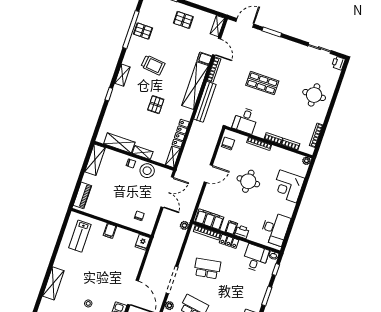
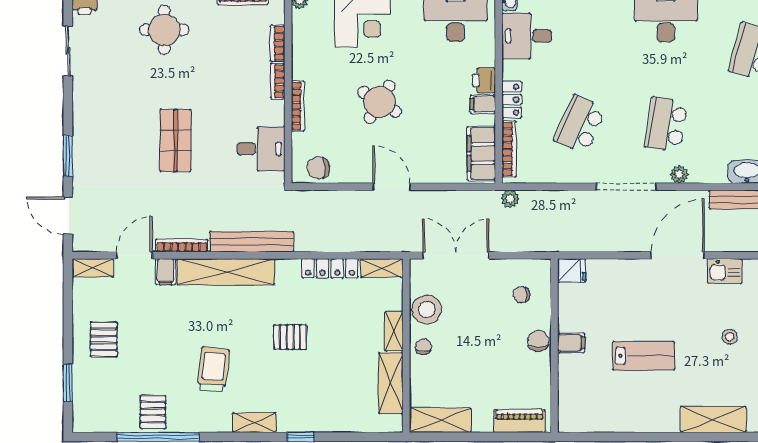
round table: (248, 181) -> (380, 102), turned 31
chair: (116, 216) -> (538, 341), added
lab bench: (80, 236) -> (644, 356), moved
school desk: (207, 268) -> (580, 124), turned 33

